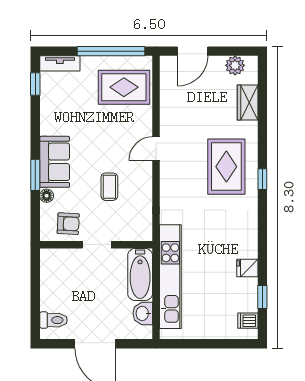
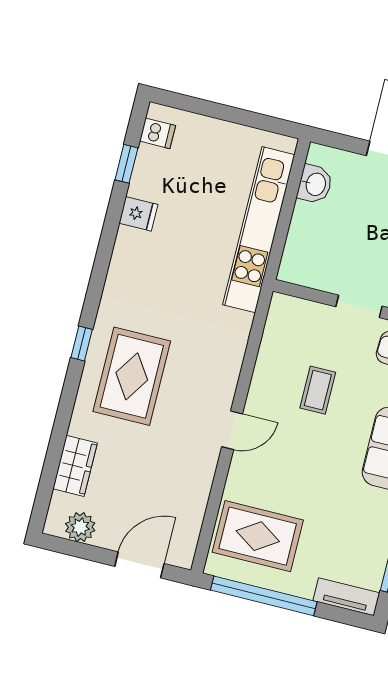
bathtub: (140, 274) -> (304, 245), removed

